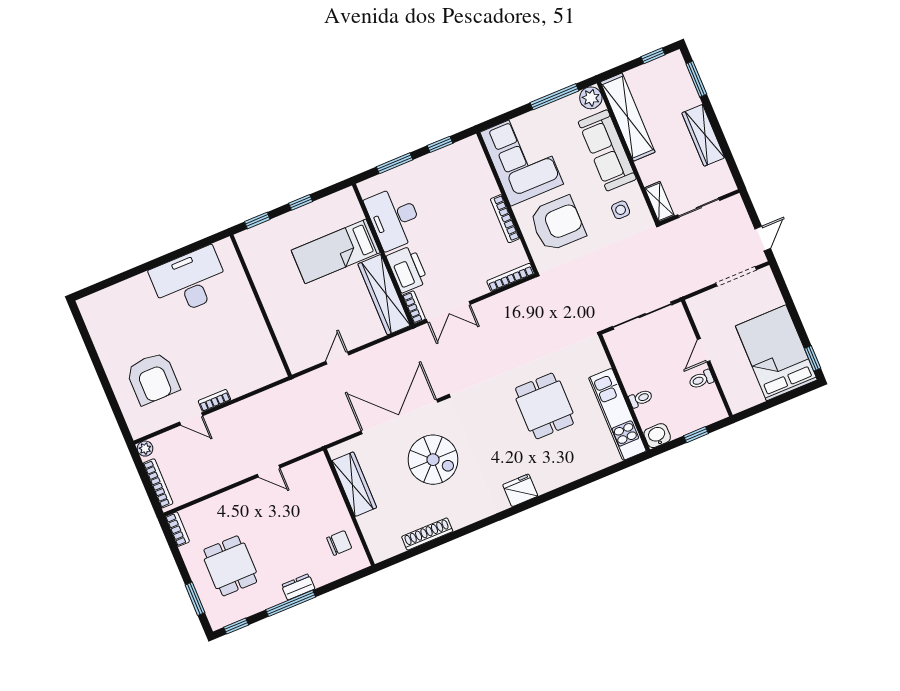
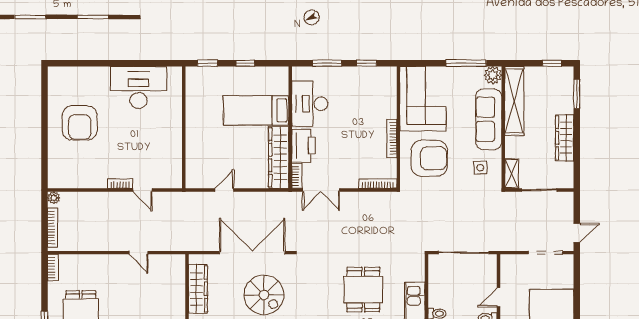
armchair: (153, 378) -> (80, 123), moved
door: (191, 419) -> (142, 190), moved

